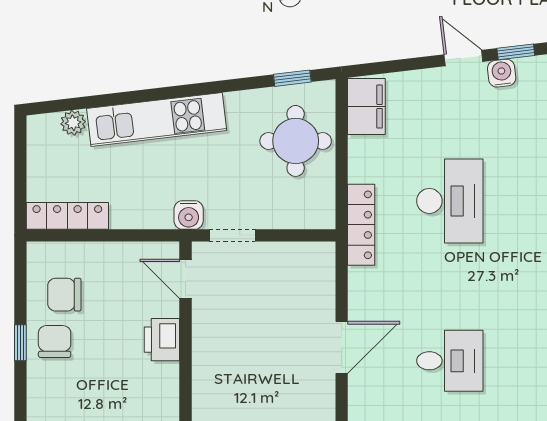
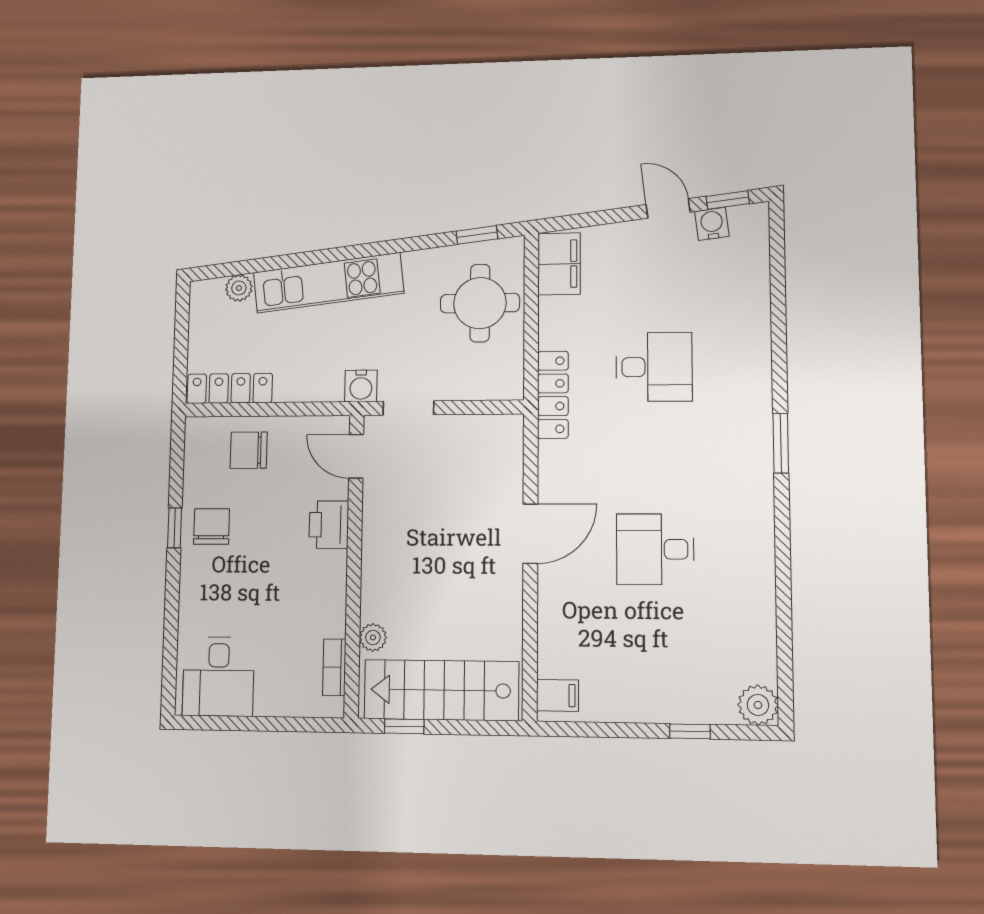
desk: (450, 201) -> (654, 367), width x0.73
chair: (64, 295) -> (249, 450), moved
desk: (450, 361) -> (655, 549), turned 180

